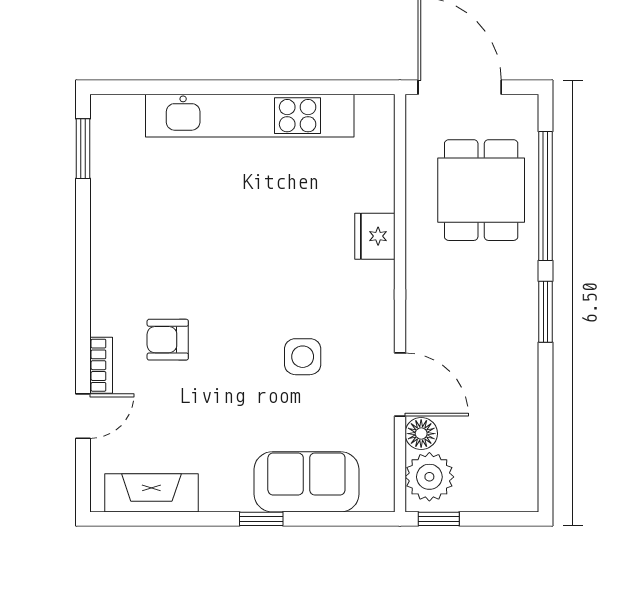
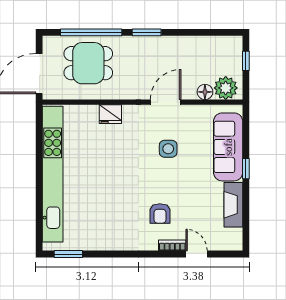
kitchen unit: (250, 116) -> (53, 174), width x1.36
door: (400, 385) -> (166, 102), moved
sofa: (306, 482) -> (228, 147), width x1.36
fireplace: (151, 493) -> (233, 205), moved
window: (439, 519) -> (246, 61), moved

